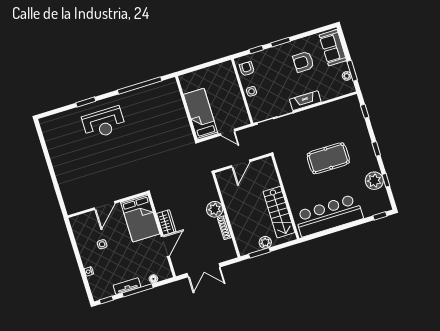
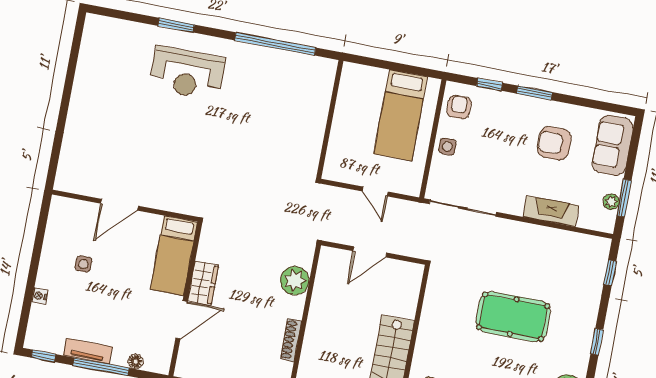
fireplace: (305, 101) -> (551, 211), moved
bed: (201, 114) -> (401, 115), moved, turned 180
plant: (215, 209) -> (295, 281), moved
bed: (140, 218) -> (174, 256), width x0.67

